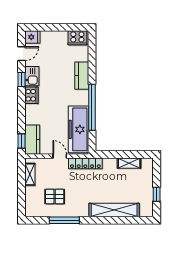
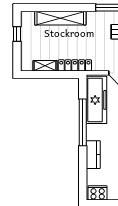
locker: (85, 163) -> (75, 65), moved

